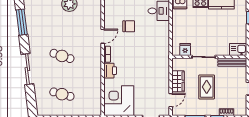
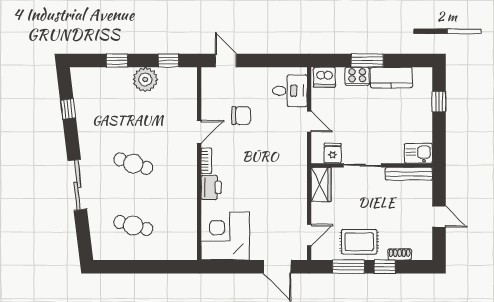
window: (22, 22) -> (68, 109), width x0.46
door: (171, 30) -> (309, 122), added
wardrobe: (178, 81) -> (321, 184), moved
rug: (207, 87) -> (359, 242), moved, turned 90

